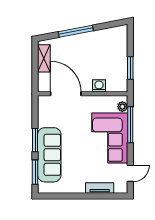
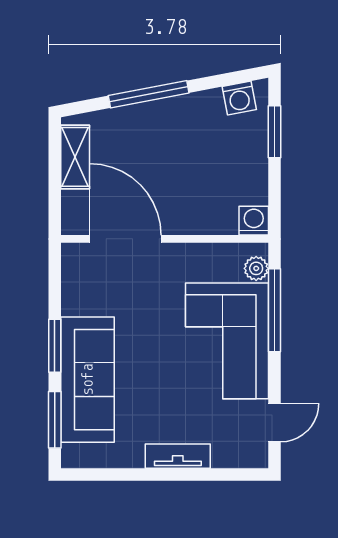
washing machine: (115, 33) -> (239, 98), added
window: (130, 68) -> (274, 132), moved
washing machine: (99, 86) -> (254, 221), moved
tv unit: (100, 188) -> (178, 456), moved

